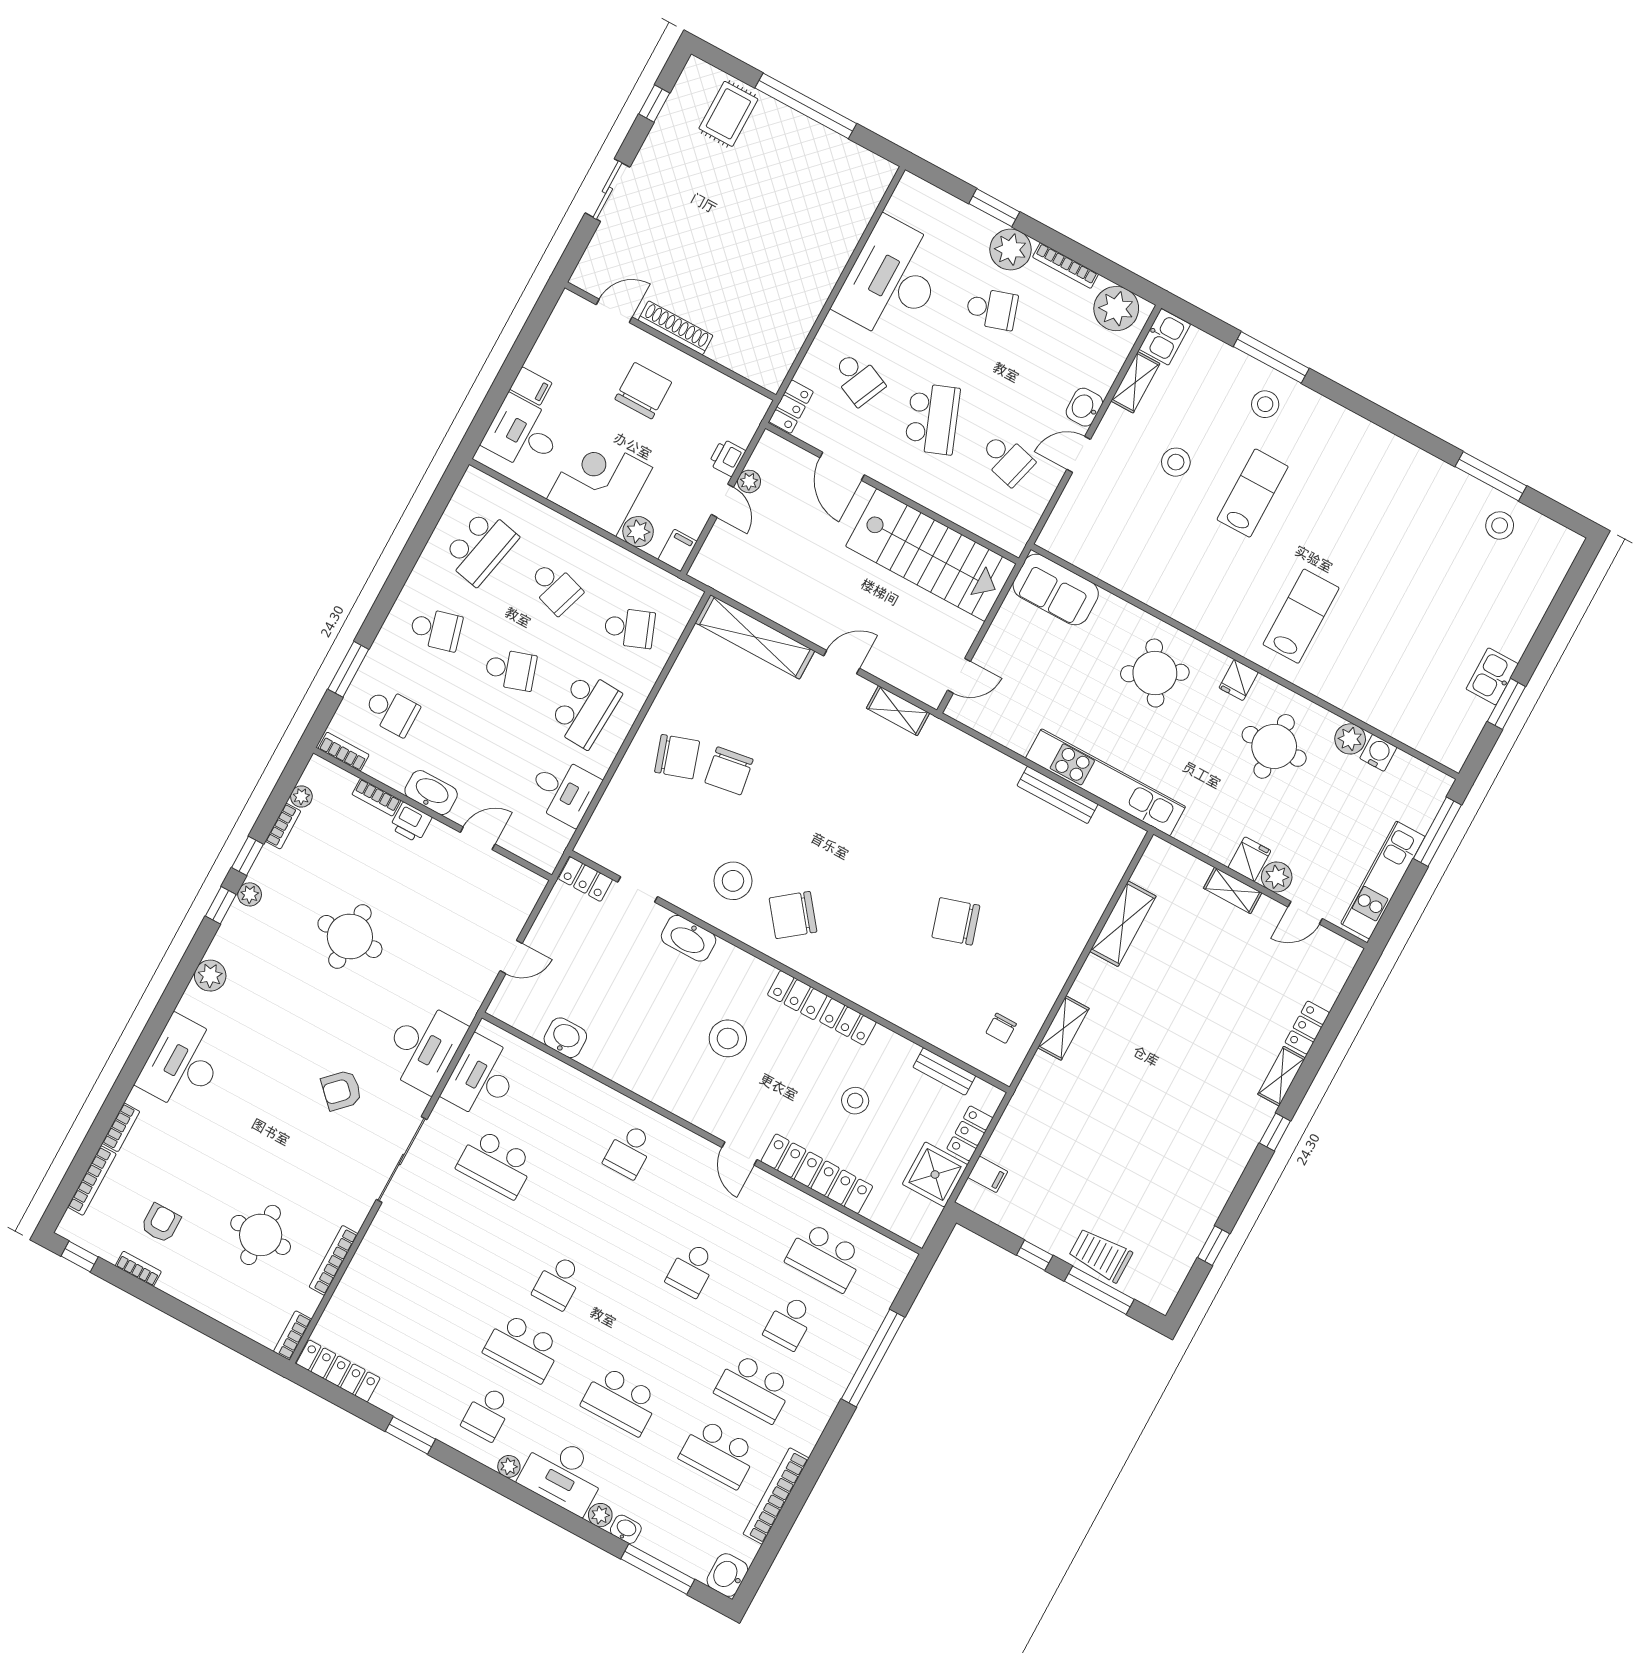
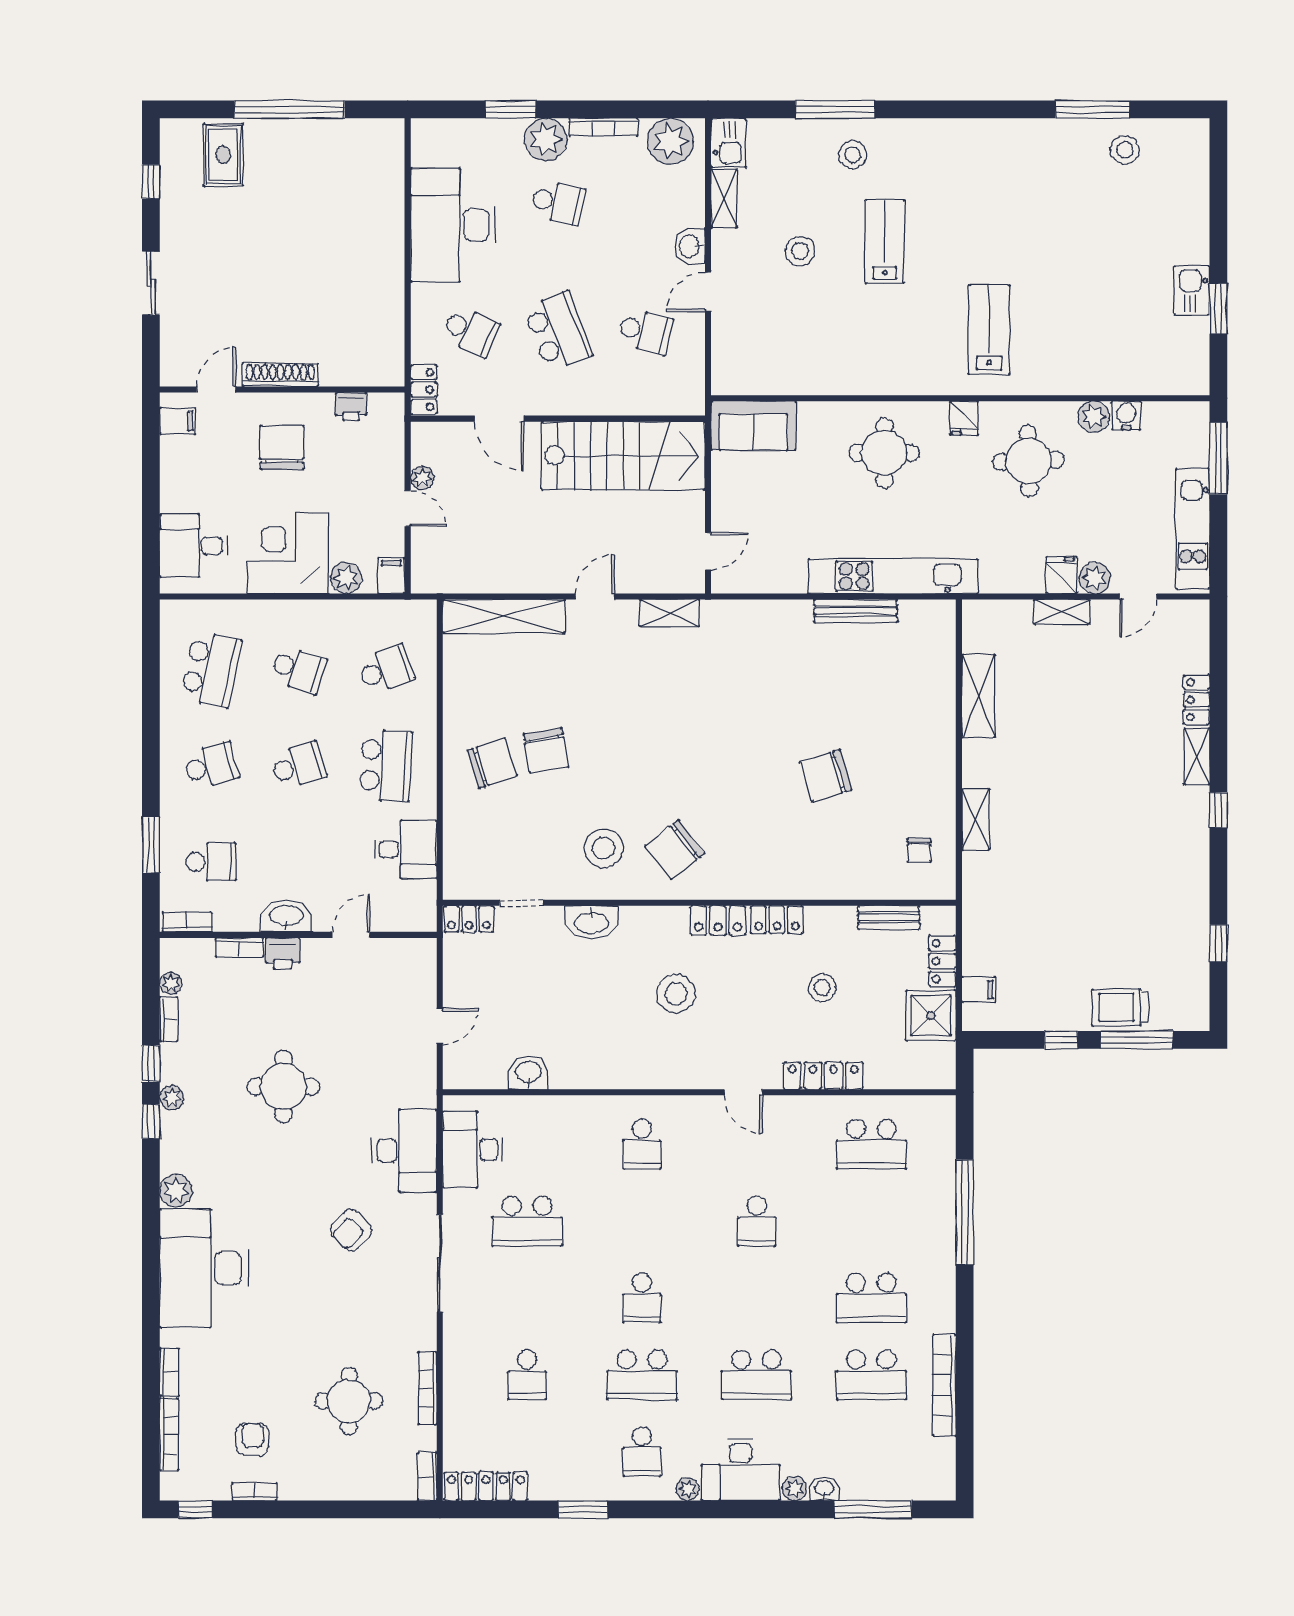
school desk: (992, 309) -> (558, 203), turned 30
filing cabinet: (531, 386) -> (178, 421), moved
printer: (727, 458) -> (351, 407), moved, turned -90
round table: (1155, 673) -> (884, 453), turned 30
desk: (182, 1064) -> (204, 1268), width x1.36, depth x1.30
locker: (817, 1174) -> (823, 1076), width x0.71, depth x0.83
school desk: (789, 1322) -> (527, 1375), moved
washbasin: (727, 1575) -> (939, 1481), removed

